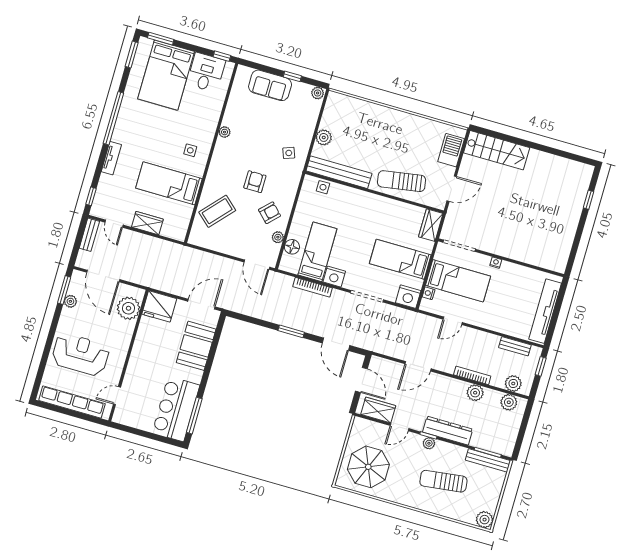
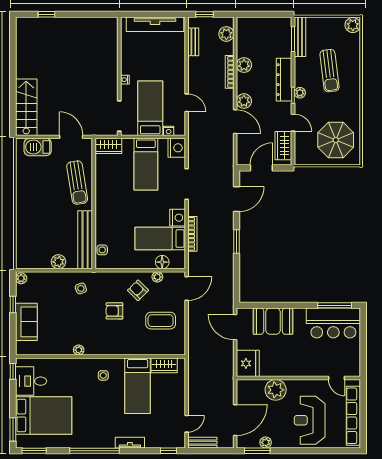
coffee table: (217, 211) -> (161, 321), moved, turned -42
wardrobe: (147, 223) -> (164, 365), moved, turned -90
plant: (128, 308) -> (276, 390), moved
plant: (509, 402) -> (244, 101), moved

